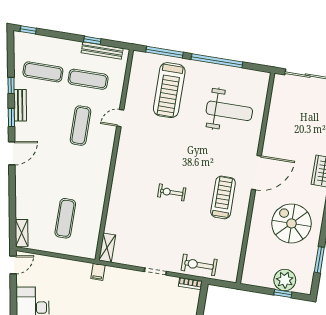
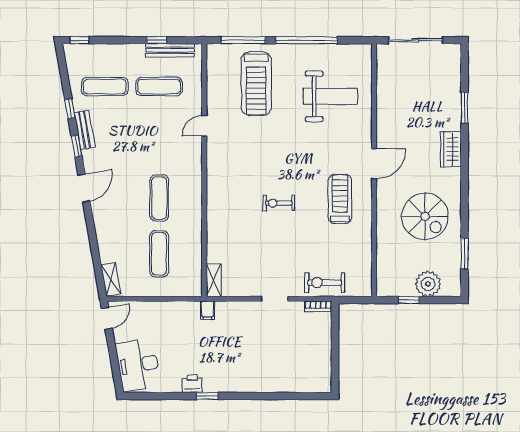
exercise mat: (81, 126) -> (159, 198), moved
door: (256, 173) -> (374, 164), width x0.73
spiral stairs: (292, 223) -> (425, 216), turned 180
window: (283, 294) -> (409, 300), moved

